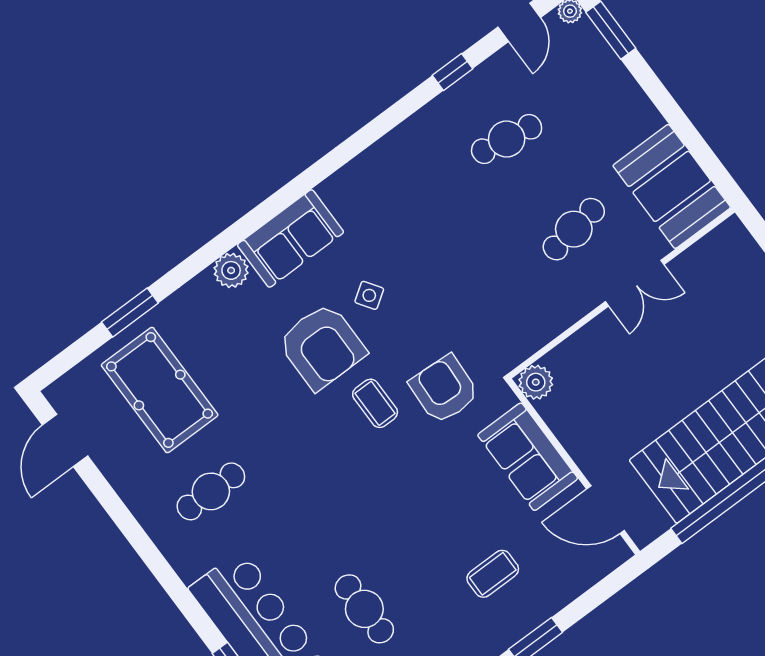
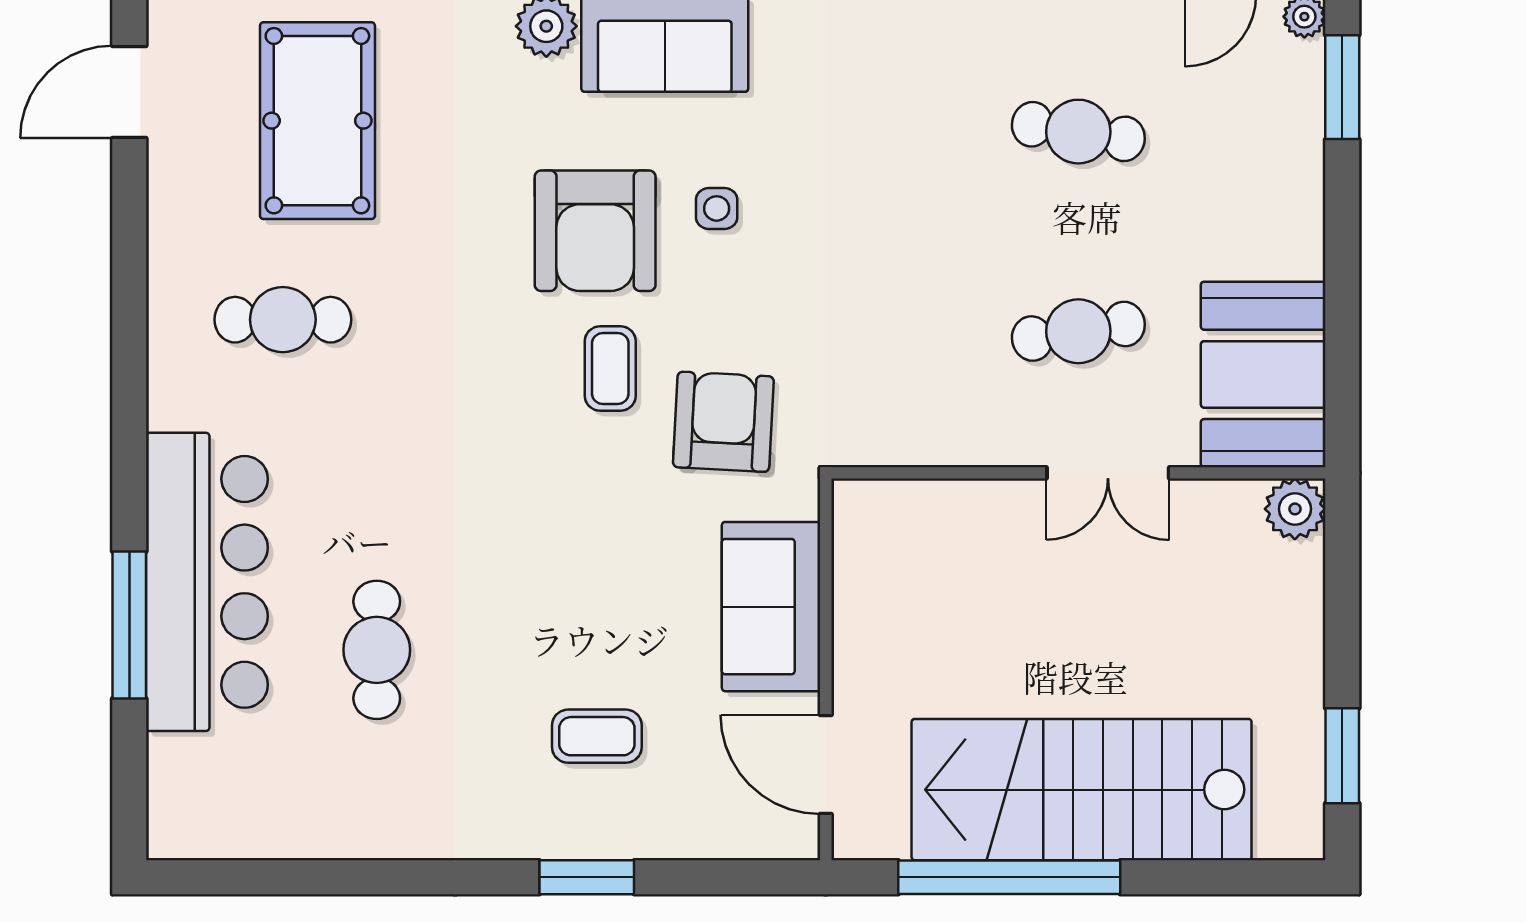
side table: (369, 295) -> (717, 208), turned 34
plant: (536, 382) -> (1295, 509), moved

